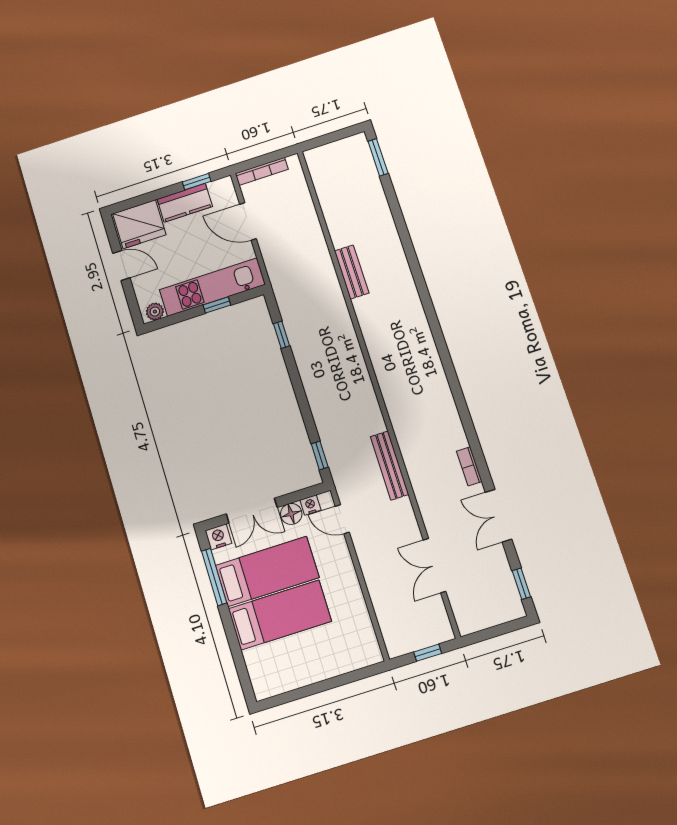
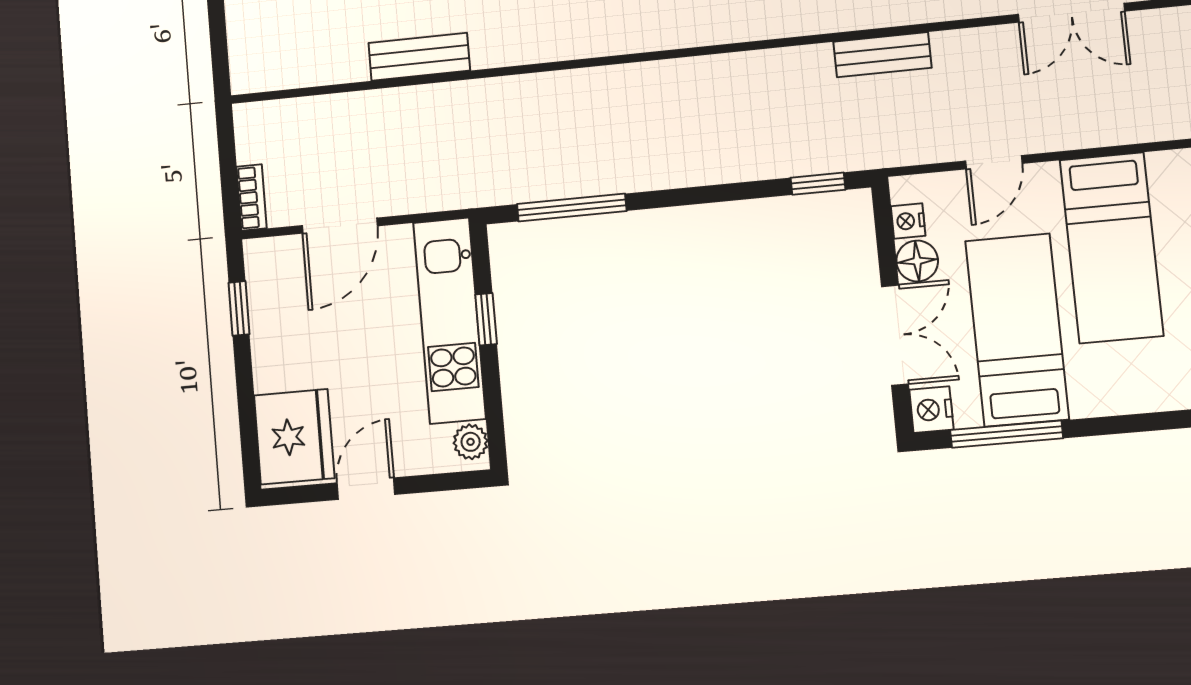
bookcase: (262, 171) -> (252, 197), width x0.64
kitchen counter: (185, 203) -> (274, 340), removed
bench: (352, 272) -> (419, 57), moved
window: (282, 335) -> (572, 208), width x2.17
bench: (390, 465) -> (882, 55), width x0.73
door: (342, 519) -> (994, 162), moved
bed: (280, 615) -> (1112, 248), moved, turned 180

